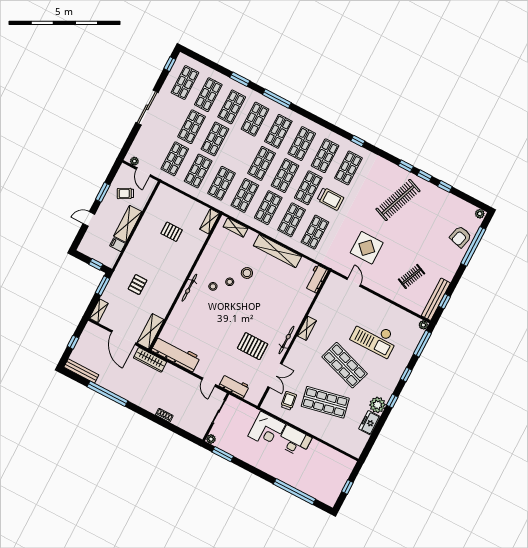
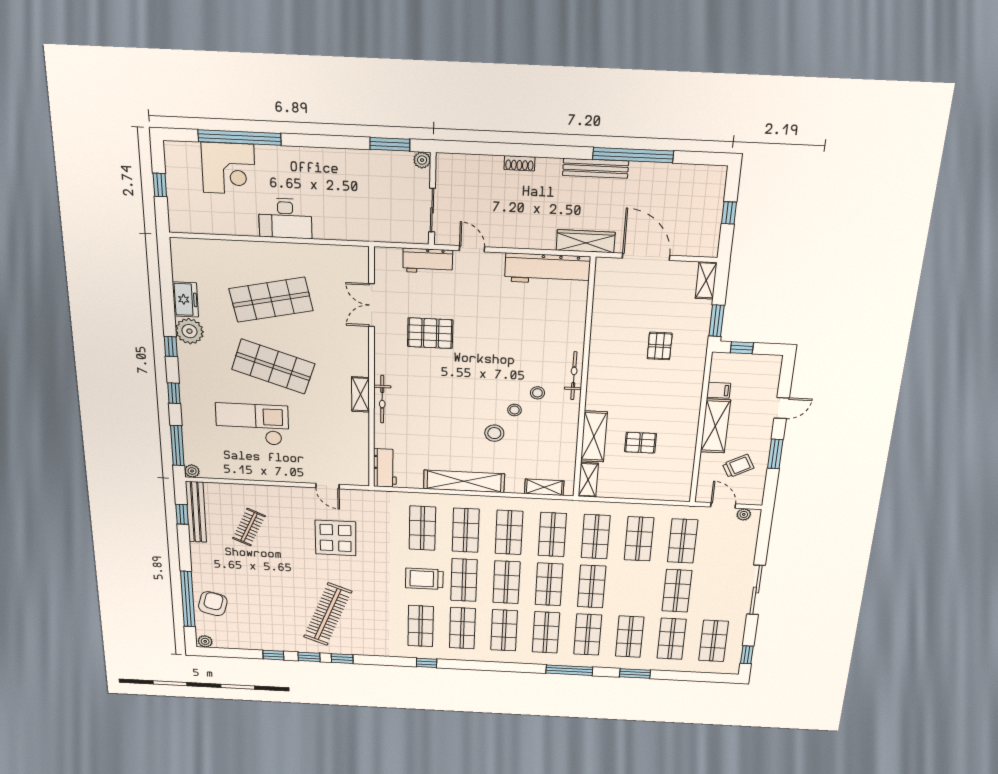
shop shelf: (215, 139) -> (592, 586), moved
shelving: (151, 331) -> (594, 436), moved
bicycle: (286, 340) -> (382, 399), moved
bench: (81, 371) -> (596, 168), moved
trolley: (289, 401) -> (329, 277), removed
corner desk: (267, 430) -> (228, 169), moved, turned 180

